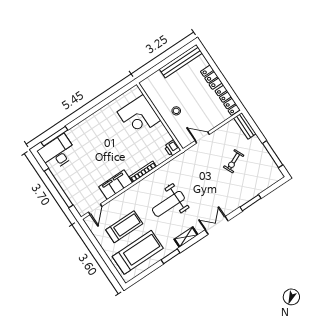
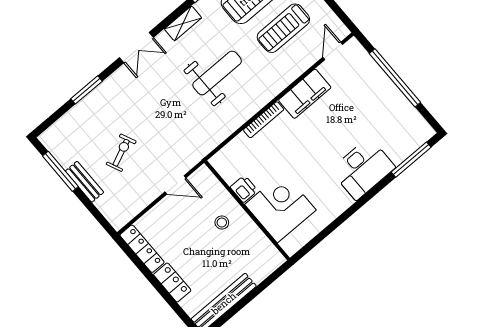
bench: (245, 126) -> (84, 182), moved
printer: (172, 148) -> (244, 189), moved
desk: (57, 153) -> (363, 169), moved

